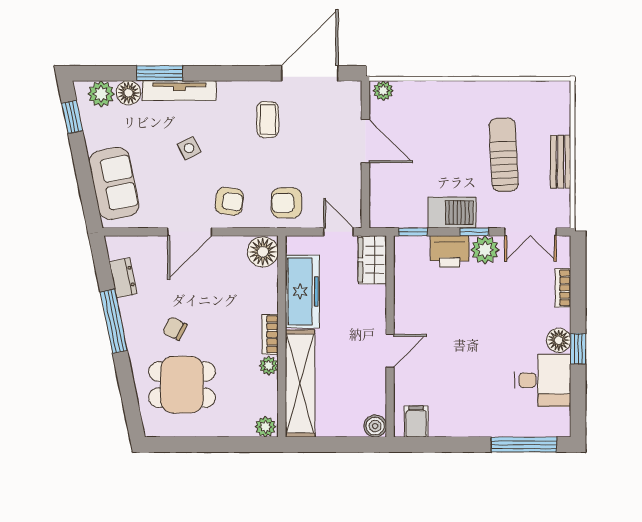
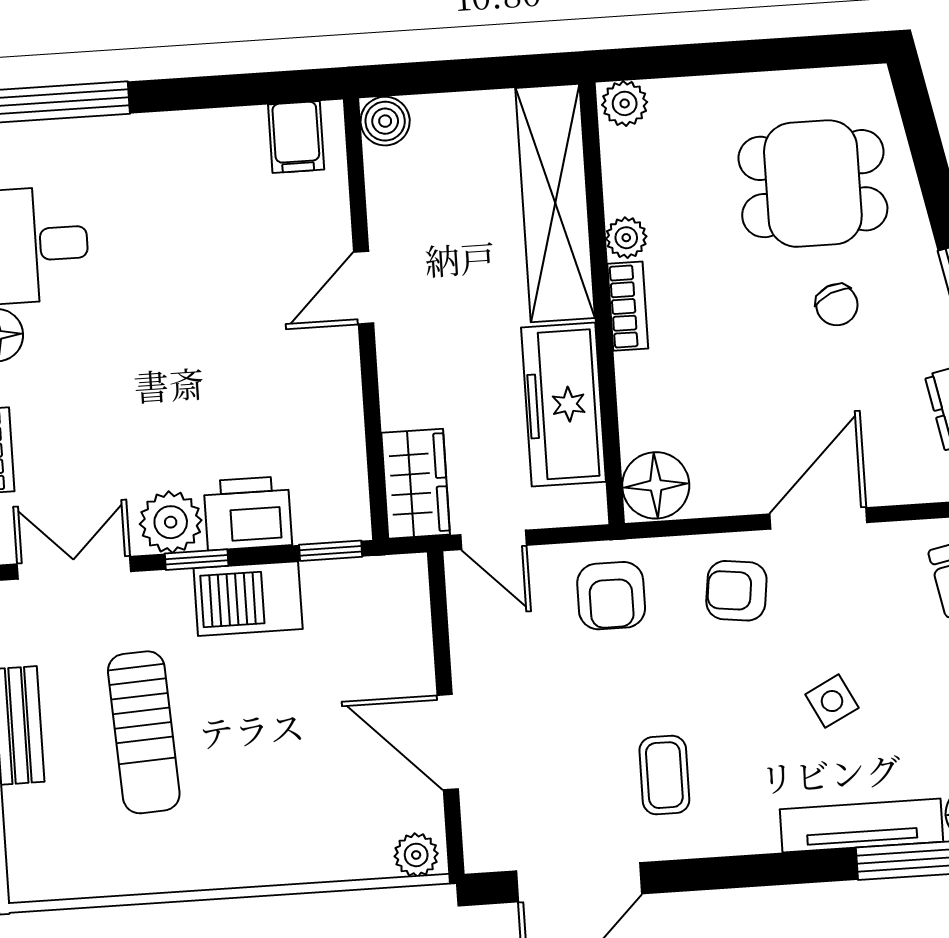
armchair: (287, 203) -> (611, 596), turned 90
chair: (175, 329) -> (837, 305), turned 41

